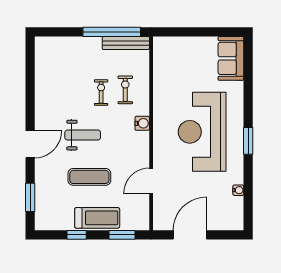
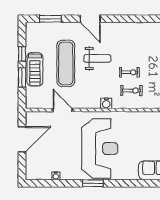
reception desk: (202, 132) -> (100, 149), turned 90
weight bench: (83, 135) -> (97, 58), turned -90
exercise mat: (89, 177) -> (66, 63), width x1.36, depth x1.45
window: (122, 235) -> (22, 77), moved
door: (190, 235) -> (22, 139), hinge flipped

